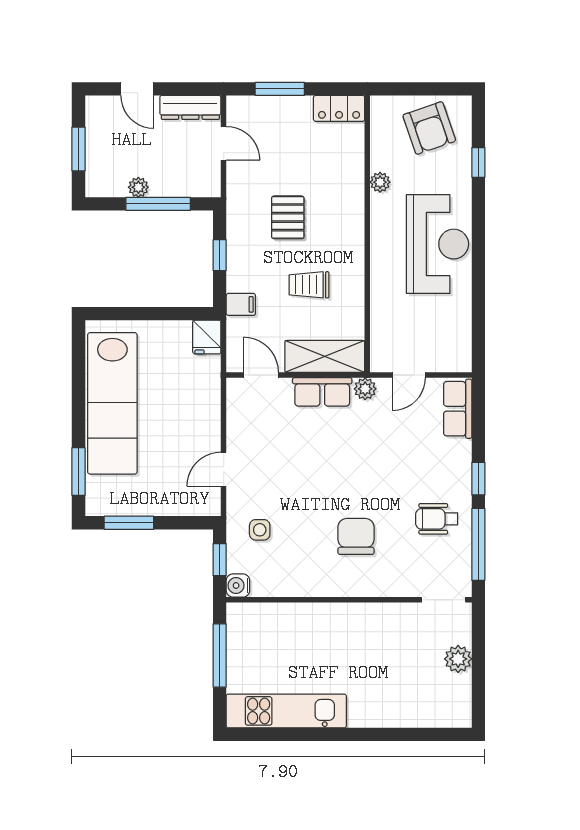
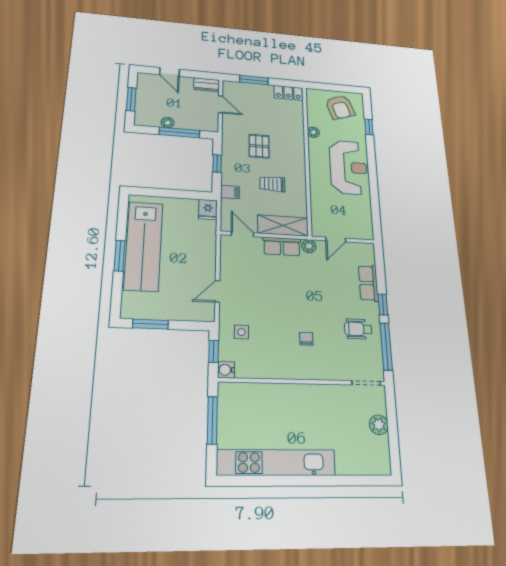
dresser: (190, 107) -> (207, 85), width x0.70
row of seats: (458, 409) -> (368, 283), moved
window: (79, 472) -> (119, 256), moved
chair: (356, 536) -> (306, 339), width x0.54, depth x0.54
kitchen unit: (286, 711) -> (276, 463), width x1.36

